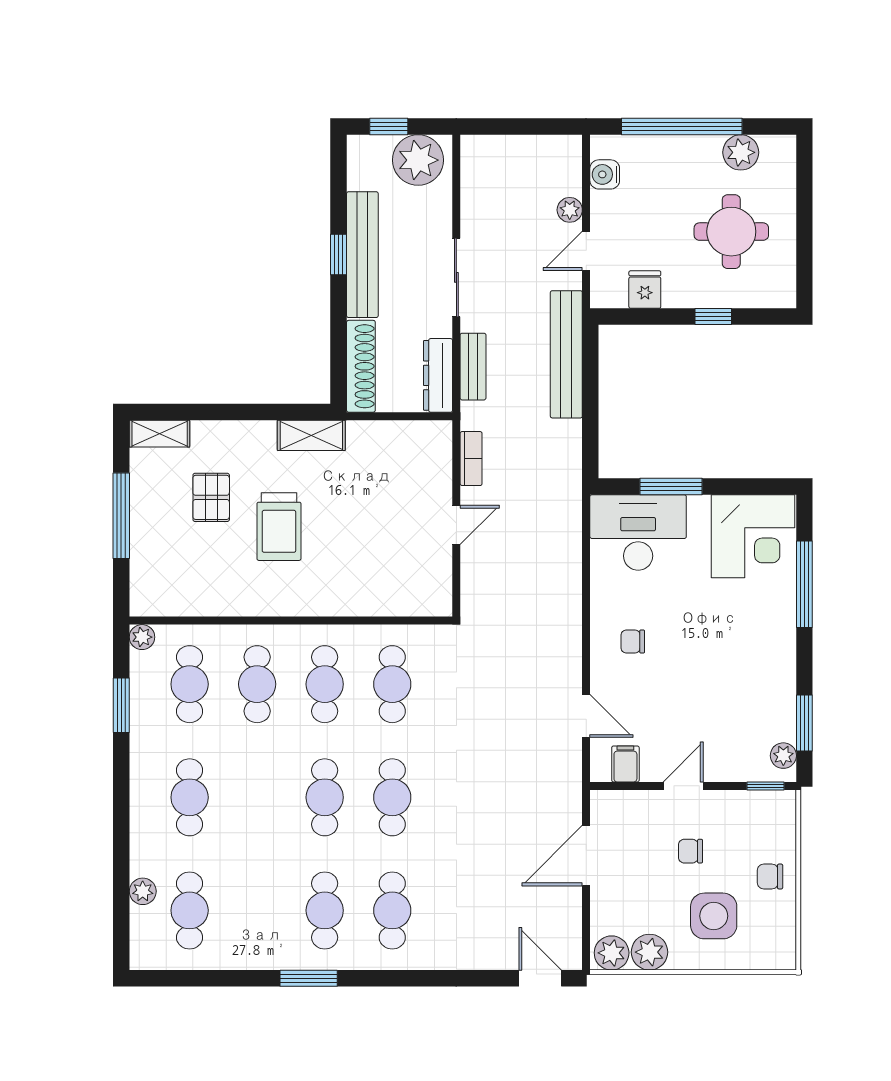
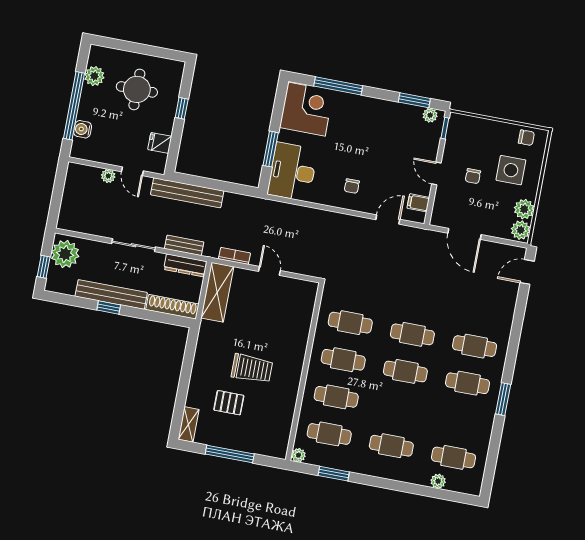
water cooler: (605, 174) -> (83, 129), moved, turned 90
shelving: (311, 435) -> (217, 292), moved, width x1.50, depth x1.33
chair: (770, 877) -> (526, 138), moved, turned -90

